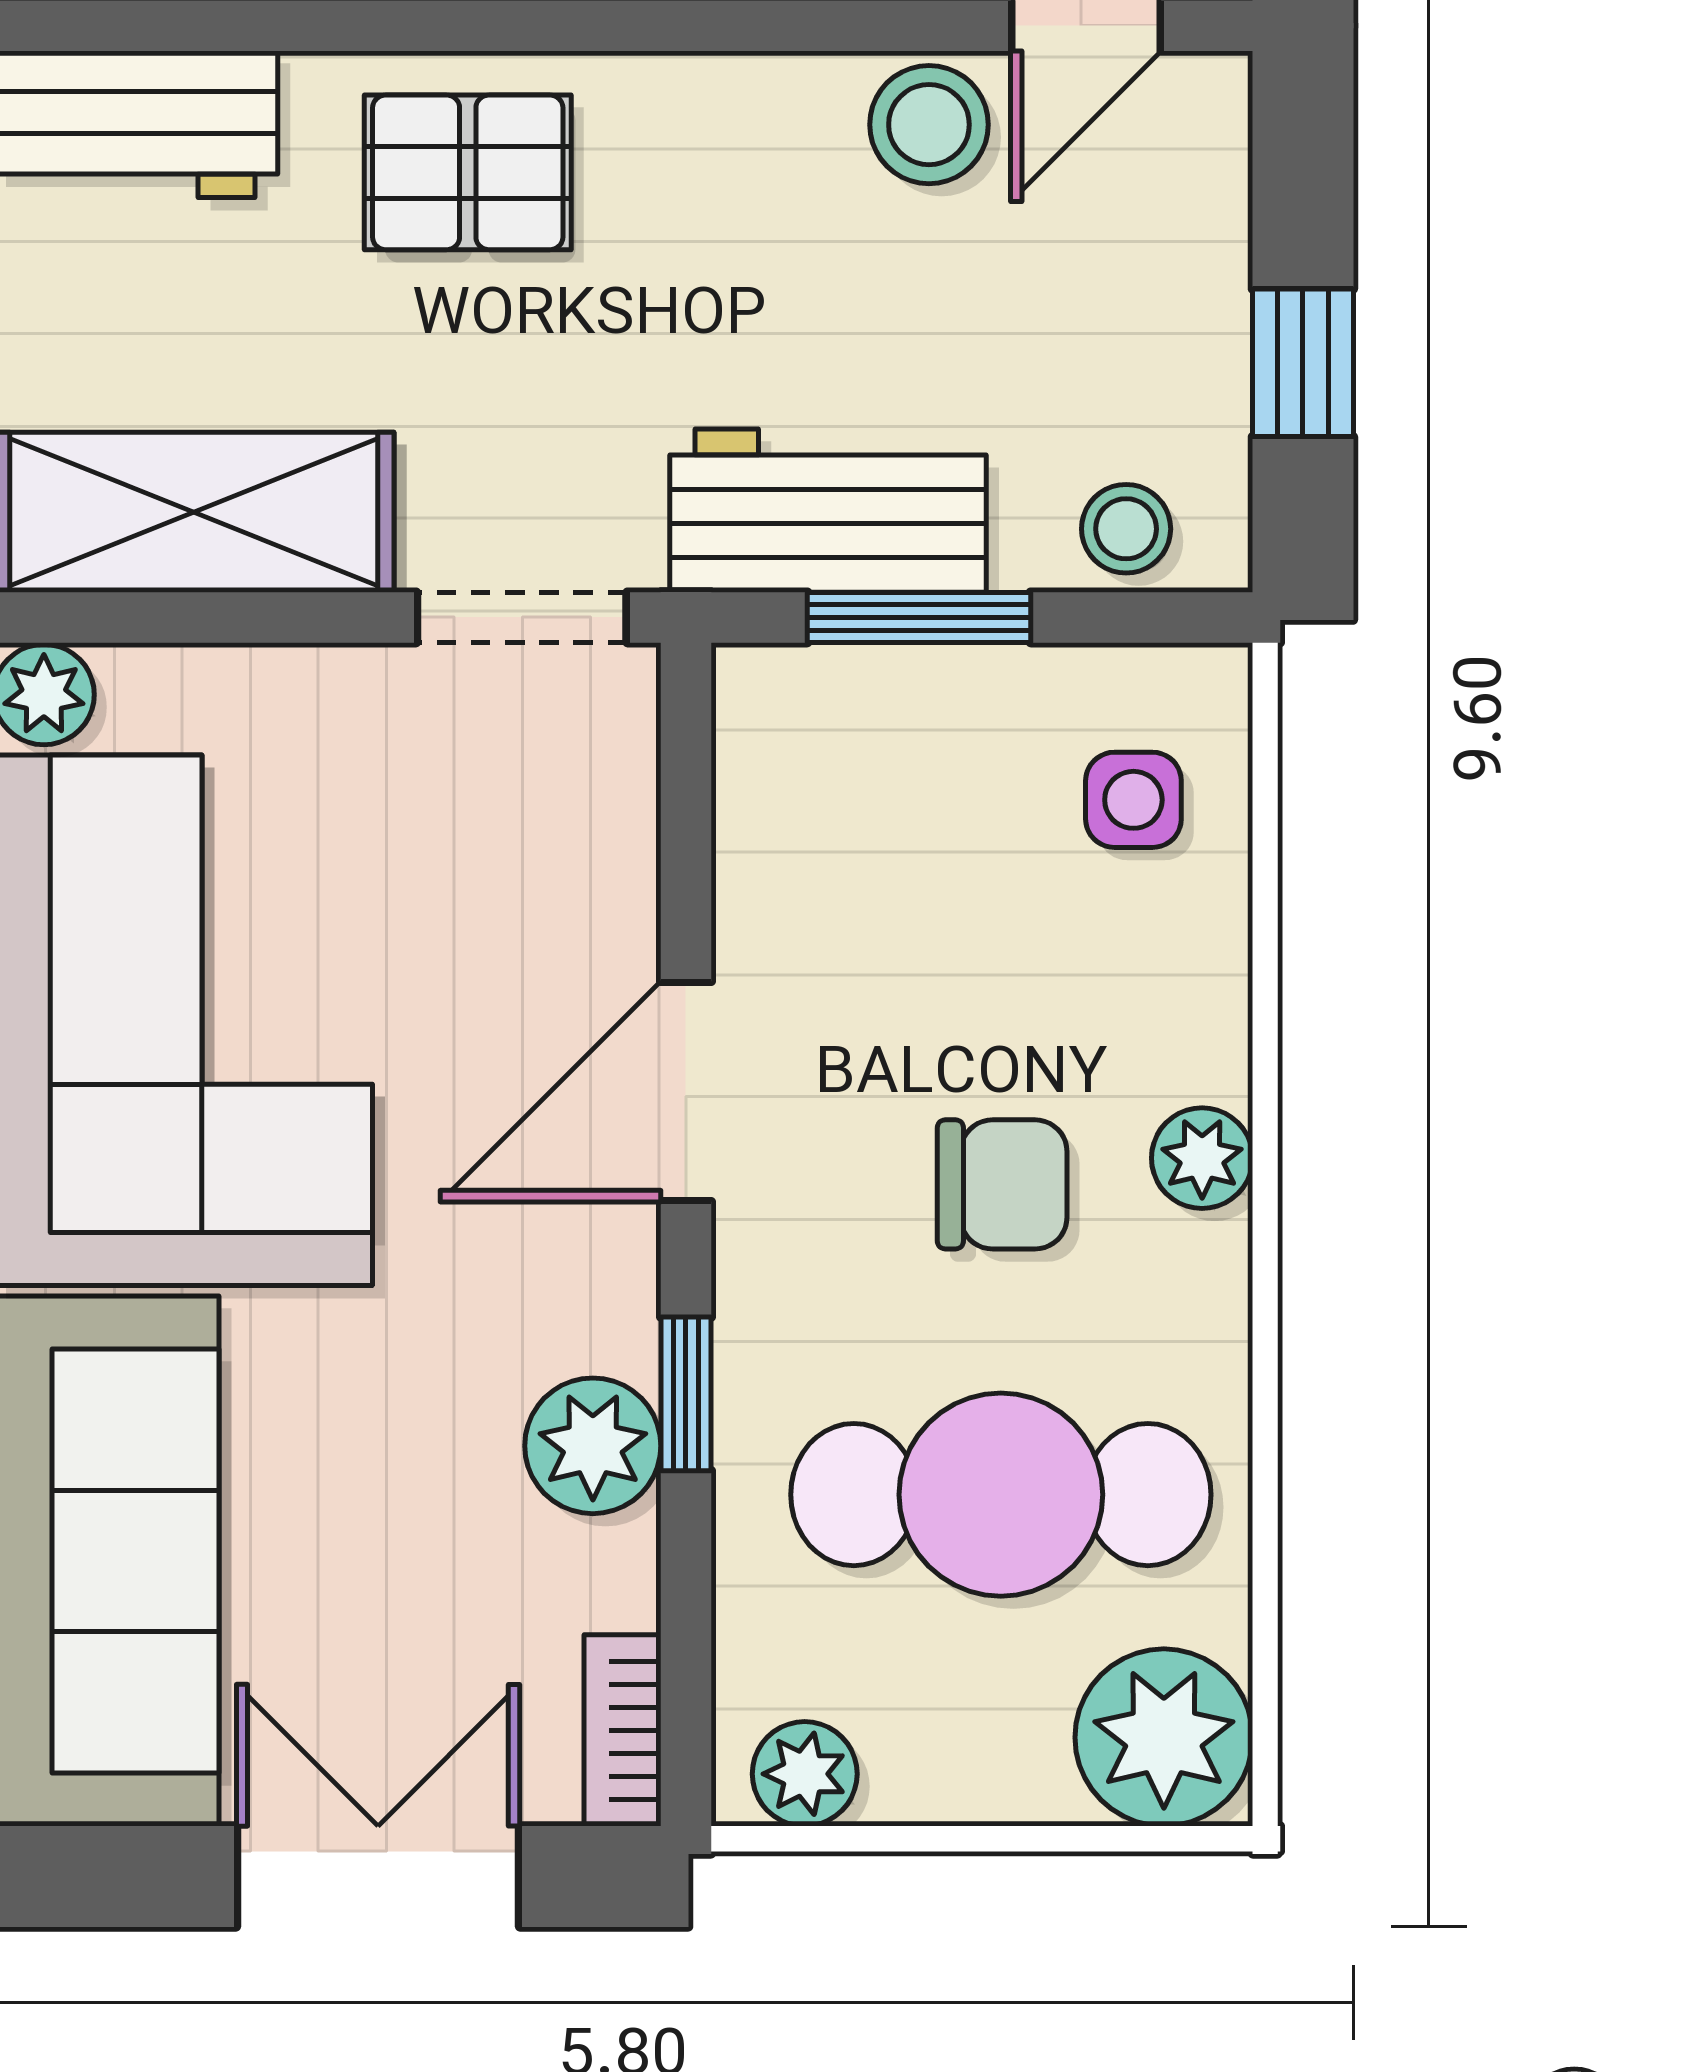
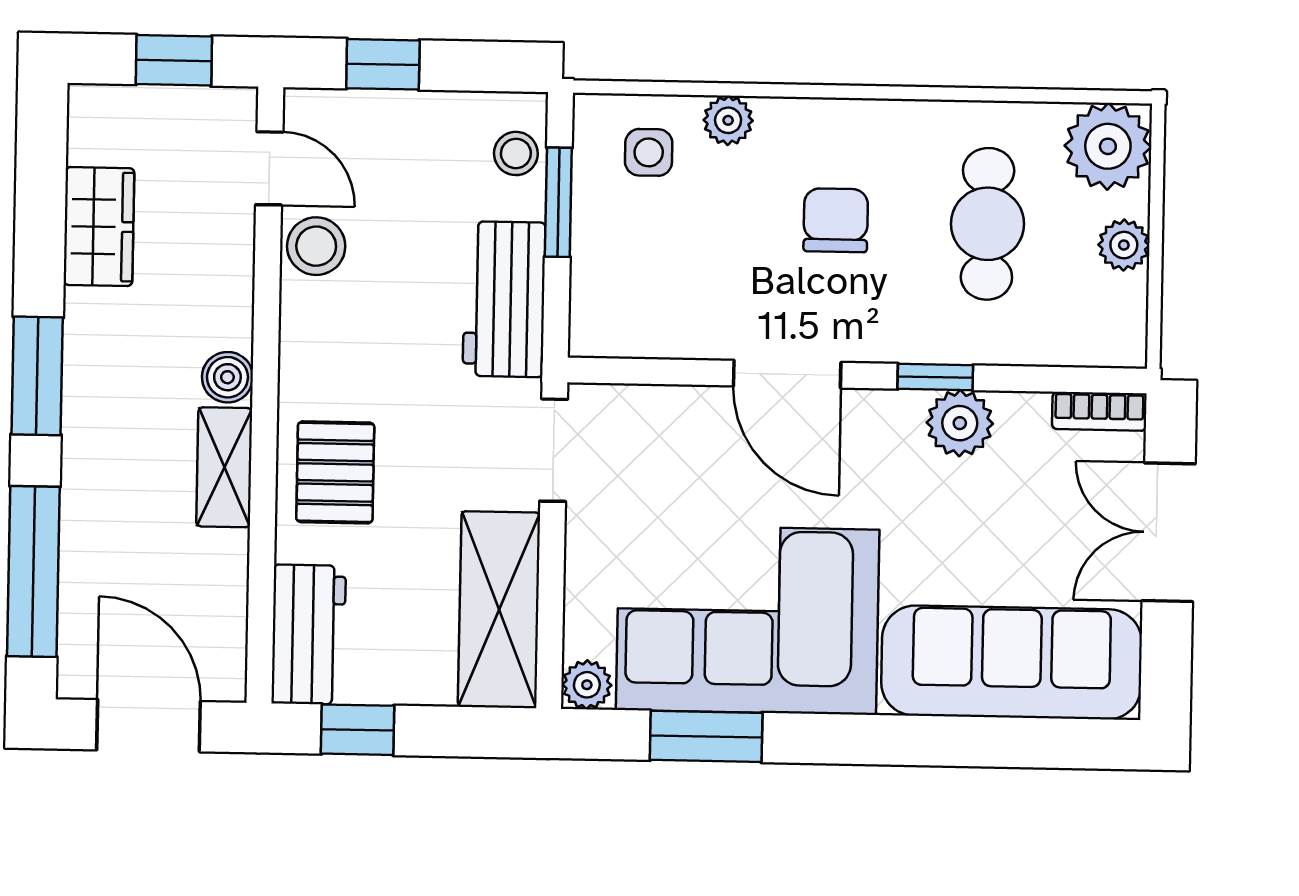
window: (1303, 363) -> (383, 64), moved
window: (919, 617) -> (558, 202), moved
plant: (1202, 1158) -> (728, 120), moved
cafe table: (1001, 1495) -> (988, 224), width x0.73, depth x0.74
plant: (805, 1774) -> (1124, 245), moved

